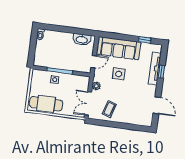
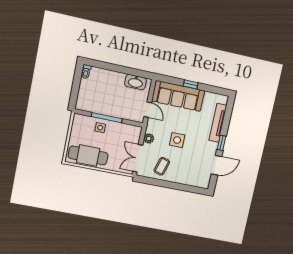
window: (145, 40) -> (191, 84), moved
door: (94, 62) -> (148, 110), hinge flipped
window: (161, 72) -> (222, 143), moved
side table: (119, 74) -> (177, 140), moved
door: (157, 105) -> (217, 165), hinge flipped

